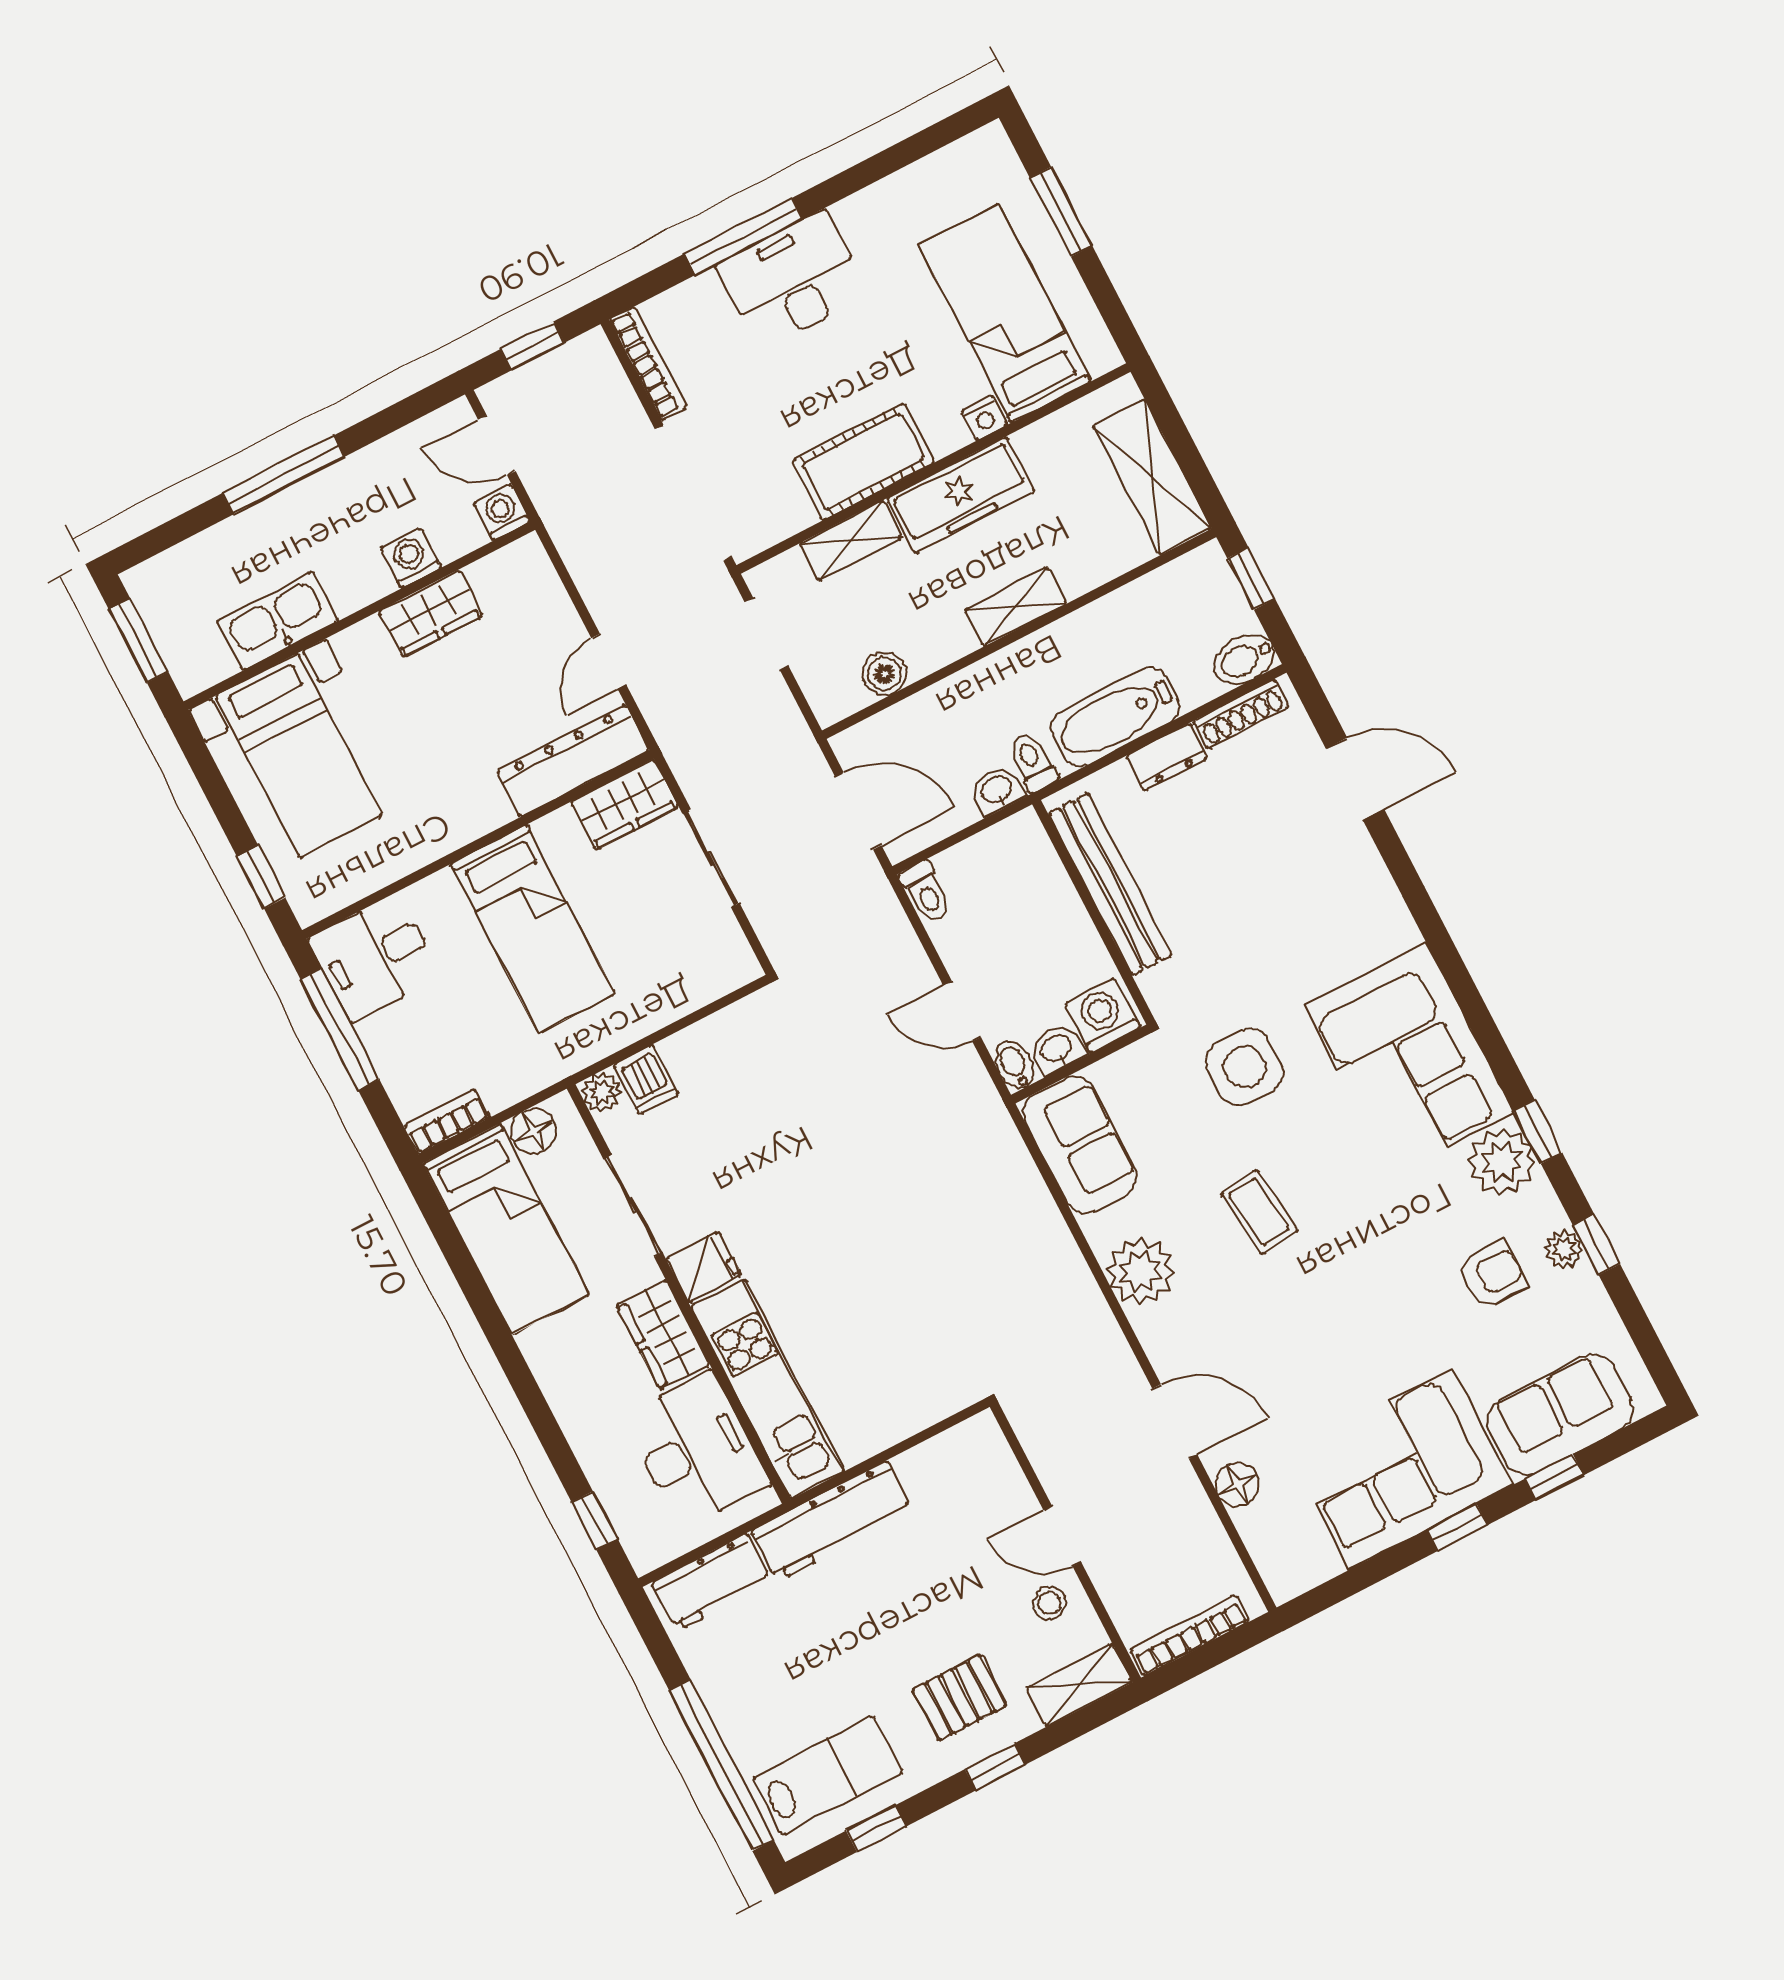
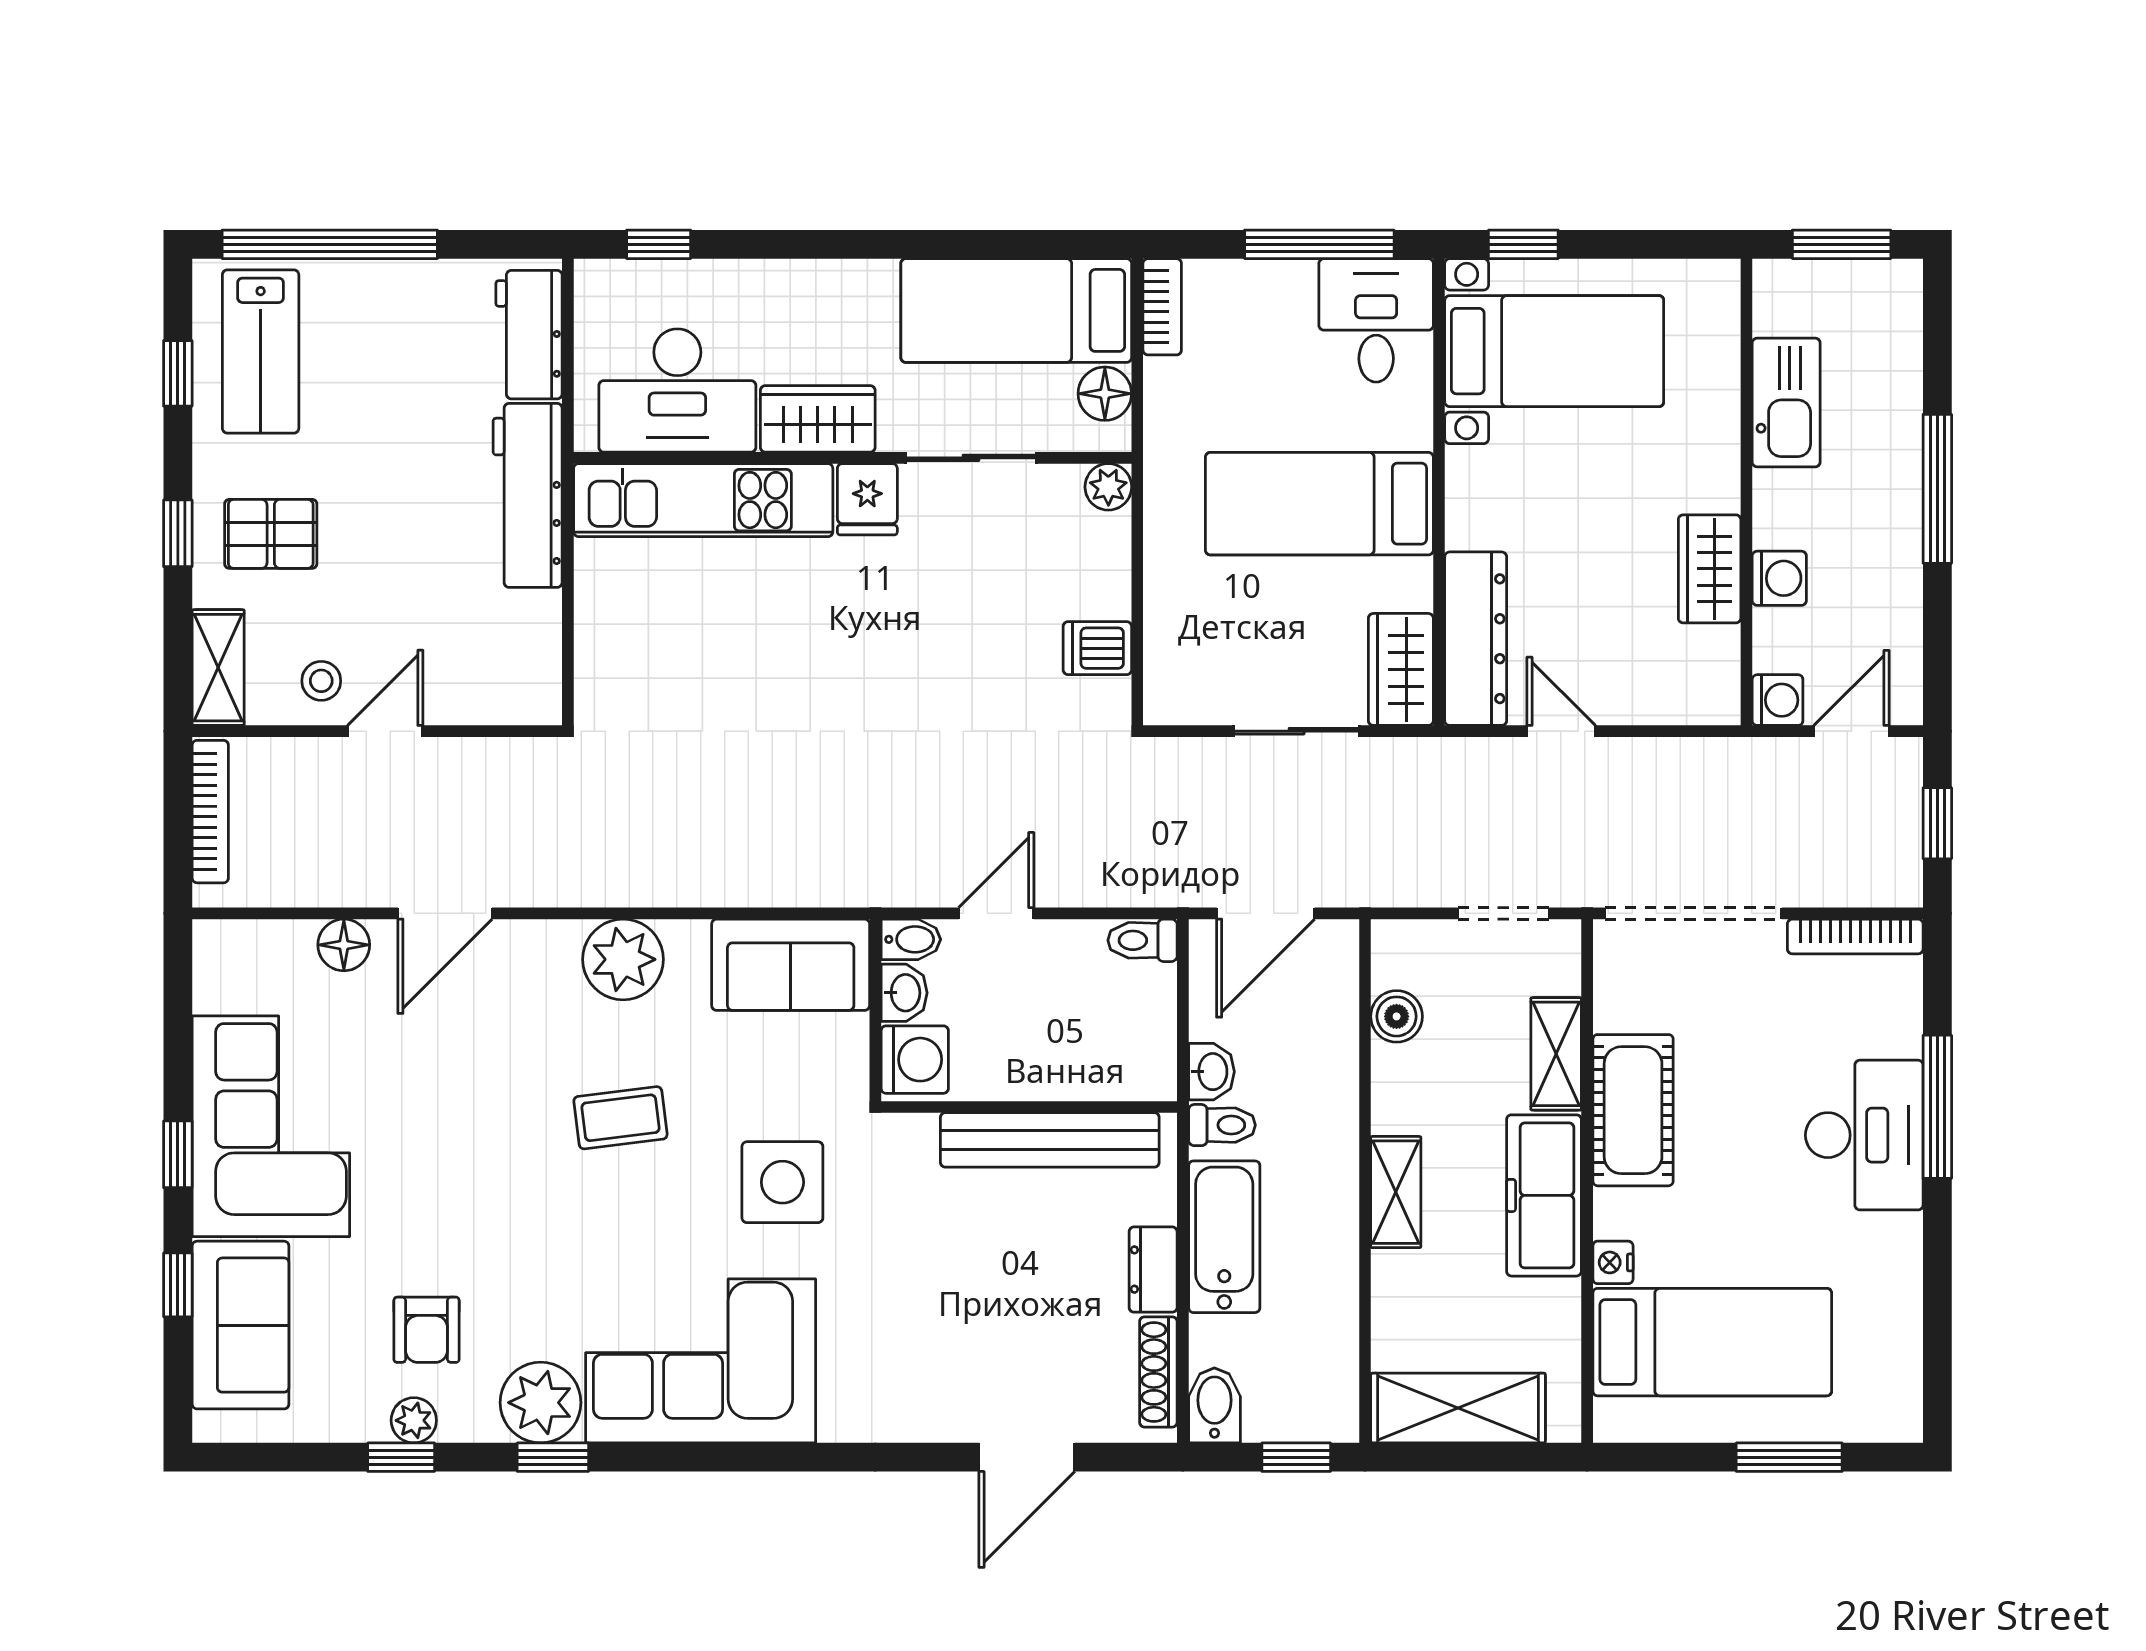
bed with nightstands: (299, 756) -> (1554, 351), moved, turned 180
dishwasher: (646, 1080) -> (1097, 648), moved
pallet: (960, 1698) -> (271, 534), turned 90

